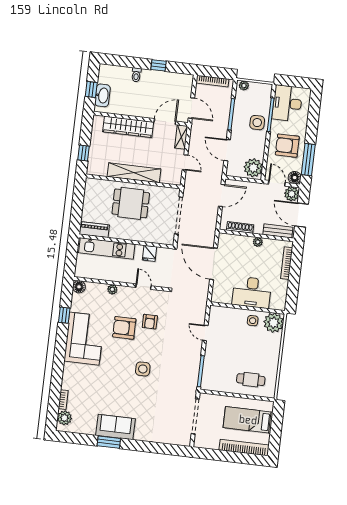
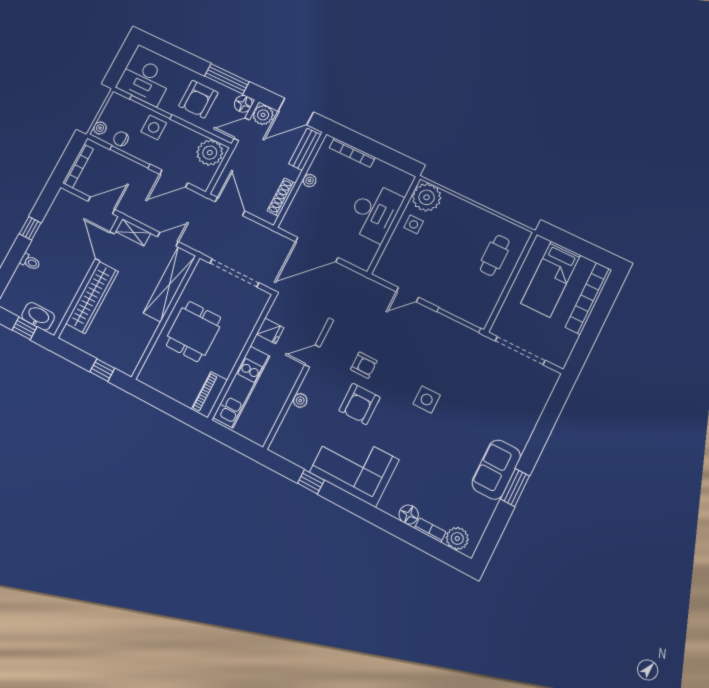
chair: (242, 103) -> (121, 139), added
shelving: (134, 173) -> (170, 284), moved
floor lamp: (79, 287) -> (409, 515), moved

